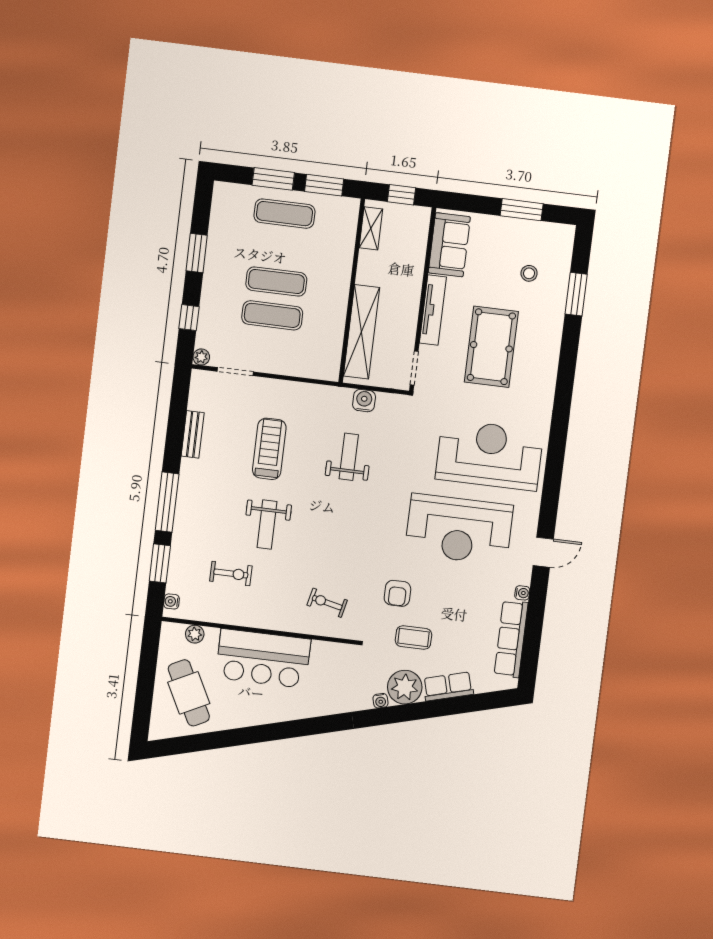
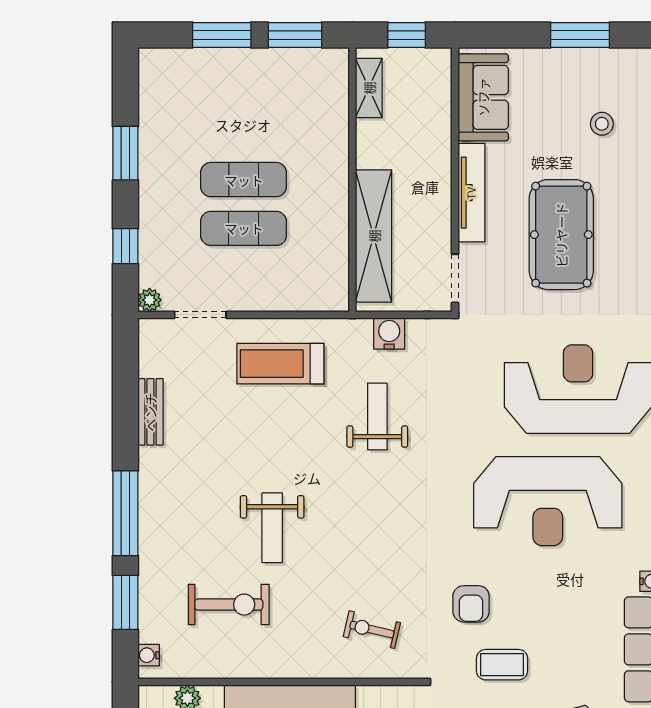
exercise mat: (284, 214) -> (244, 82), removed
treadmill: (269, 449) -> (280, 364), moved, turned -90
exercise bike: (231, 574) -> (229, 605), width x1.38, depth x1.39

